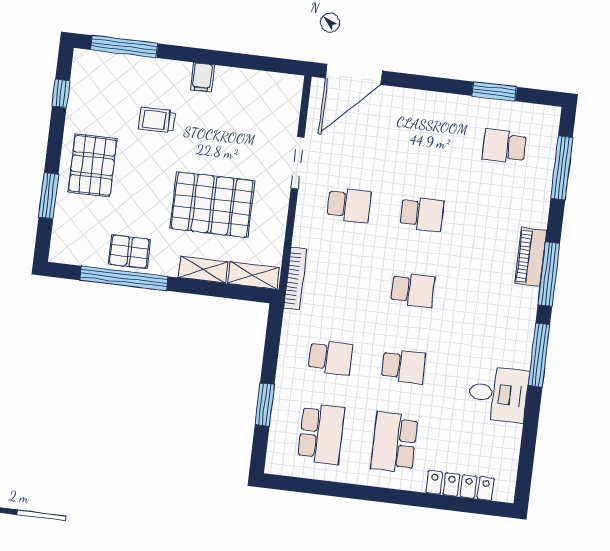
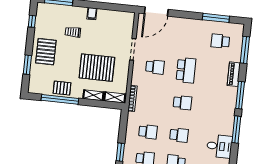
window: (494, 91) -> (216, 18), width x1.44
school desk: (422, 214) -> (186, 70), width x1.85
piano: (531, 257) -> (234, 74), moved

